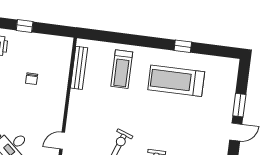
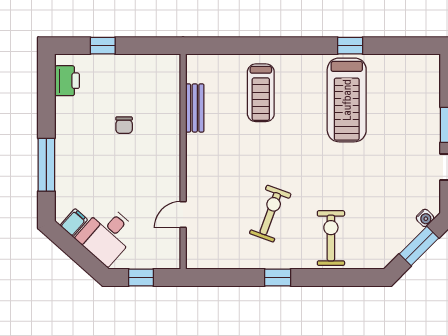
bench: (79, 68) -> (195, 108), width x0.73
treadmill: (176, 81) -> (347, 100), turned -90

